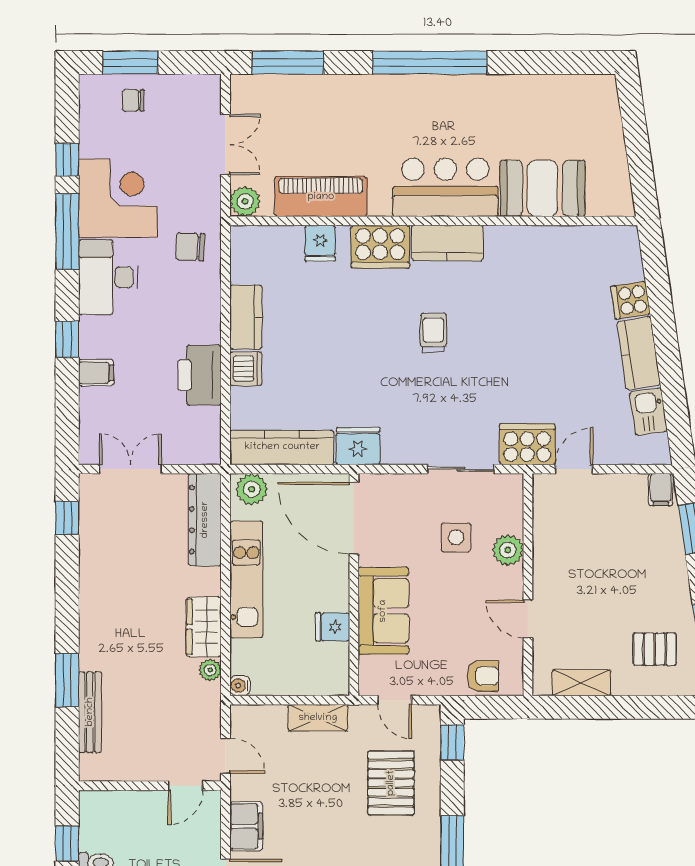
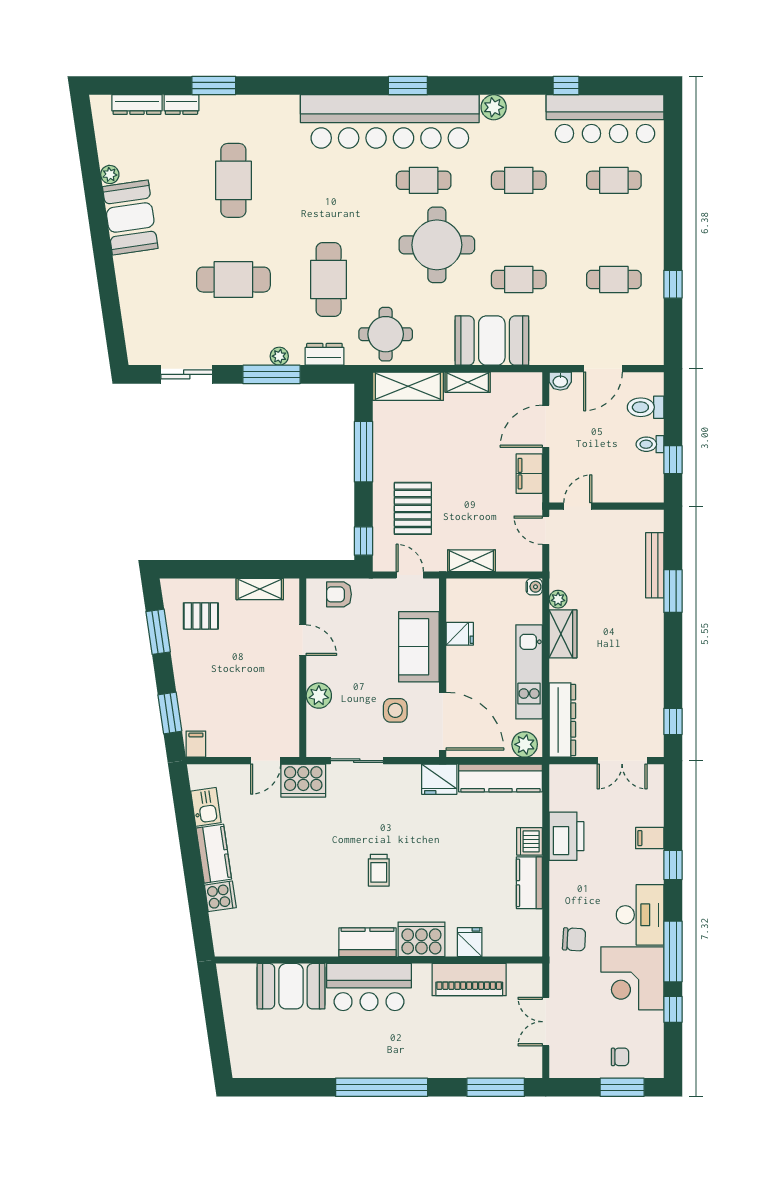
plant: (245, 201) -> (530, 976), removed
side table: (456, 537) -> (395, 710), moved

